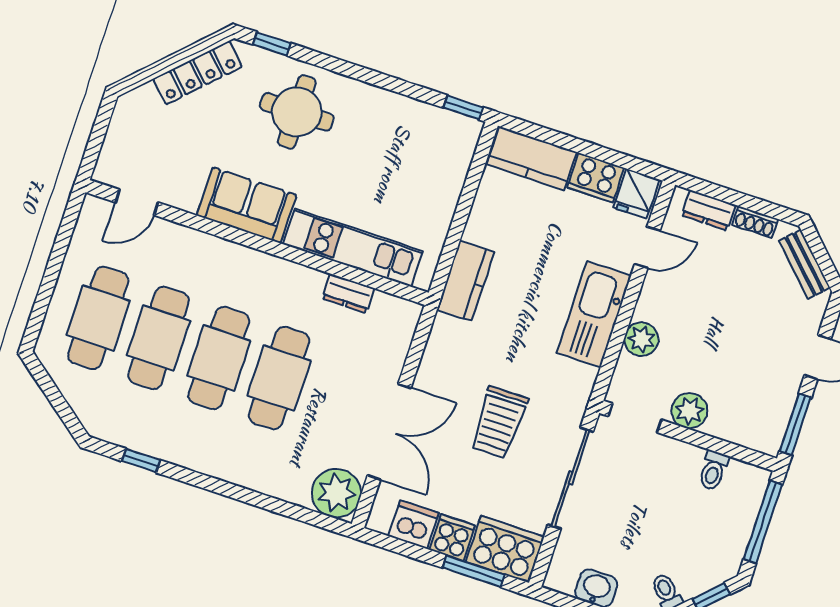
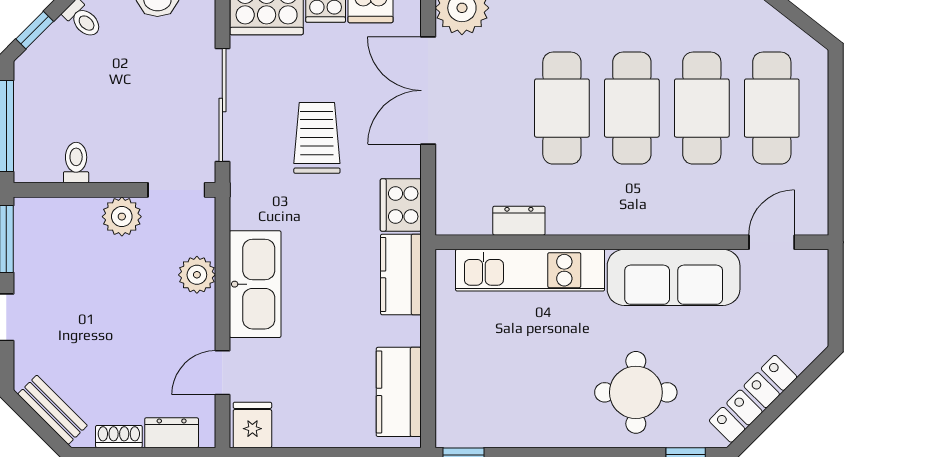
kitchen counter: (532, 158) -> (399, 392), moved, turned -90
cooker: (596, 178) -> (401, 205), moved, turned -90
sofa: (246, 205) -> (674, 277), width x1.36

